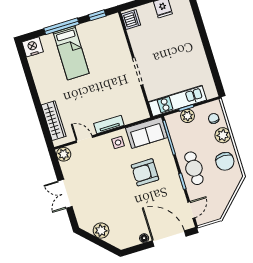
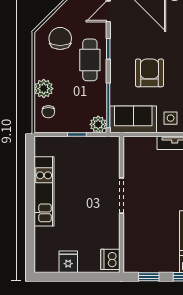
kitchen unit: (177, 101) -> (44, 191), moved, turned -90
plant: (188, 116) -> (98, 124), moved
chair: (225, 161) -> (60, 38), moved
armchair: (145, 172) -> (149, 73), turned -90

